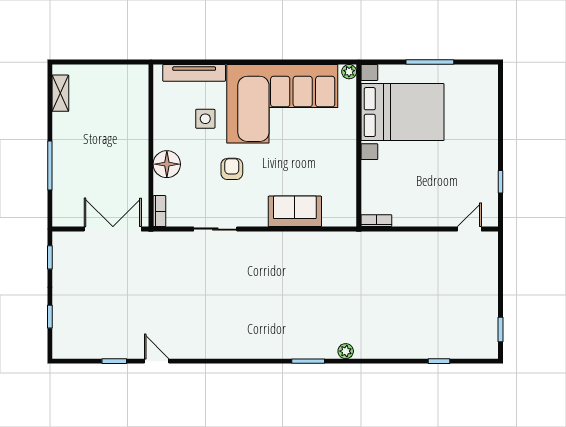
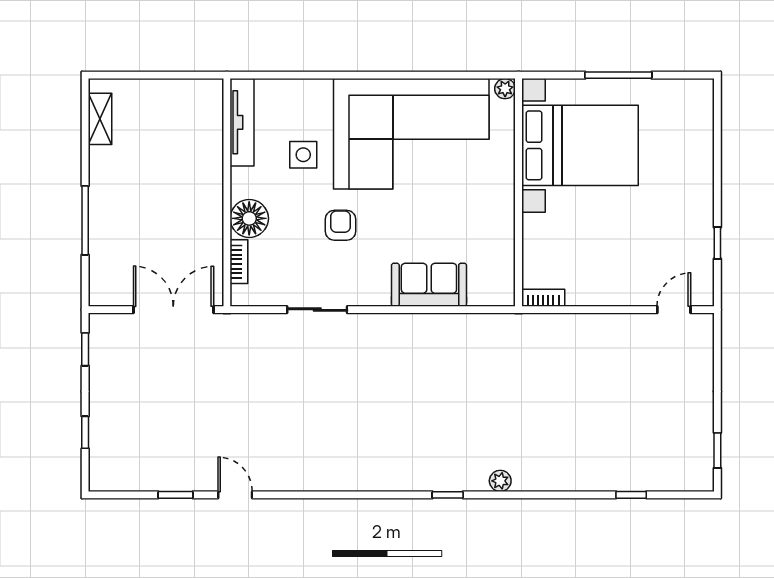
tv unit: (194, 73) -> (242, 122), moved, turned -90
bookcase: (159, 211) -> (239, 262), moved
window: (308, 361) -> (448, 495), width x0.67

